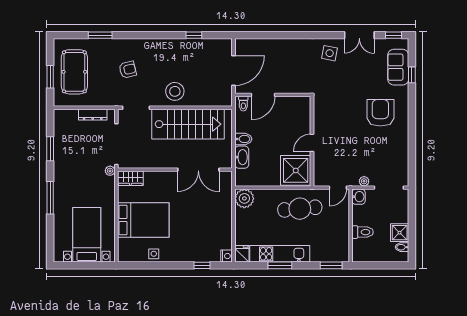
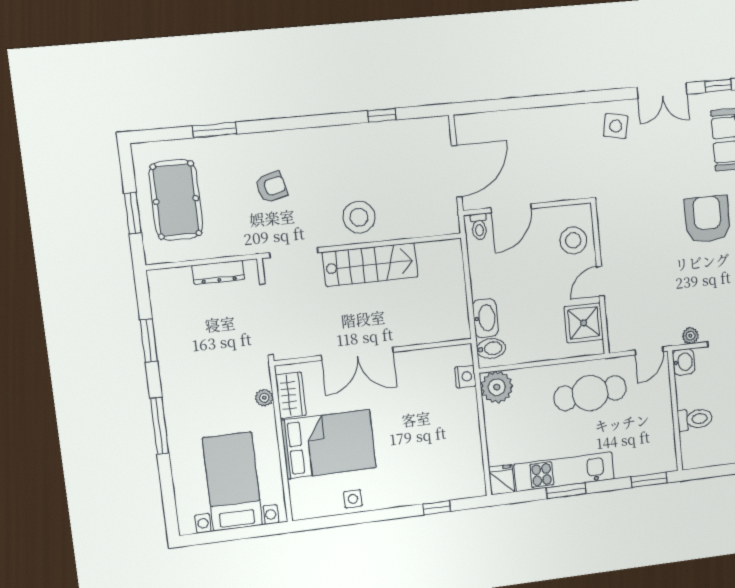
stool: (298, 117) -> (573, 240), added
stairs: (188, 124) -> (370, 265), width x0.73, depth x0.66
bidet: (243, 139) -> (491, 348), moved
double door: (198, 170) -> (357, 354), moved
shower: (296, 170) -> (584, 323), width x0.73, depth x0.73
plant: (110, 171) -> (264, 398), moved
wardrobe: (130, 178) -> (291, 395), moved, turned -90
nightstand: (227, 256) -> (465, 377), moved

